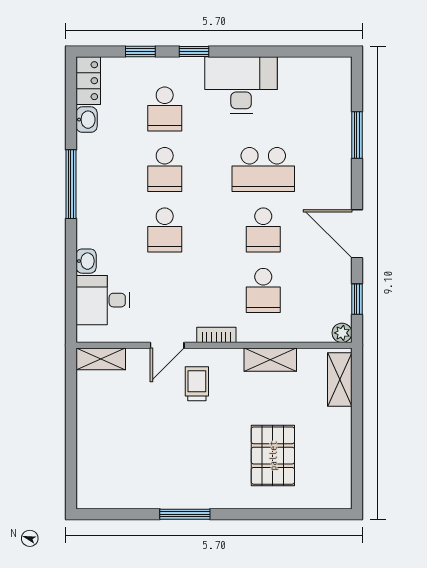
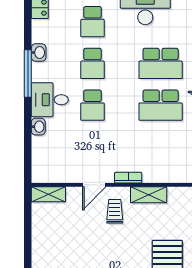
washbasin: (87, 120) -> (39, 53), moved
school desk: (263, 230) -> (161, 105), width x1.85
school desk: (263, 290) -> (161, 147), removed
desk: (103, 300) -> (50, 100), moved
shelving: (270, 360) -> (149, 195), moved

